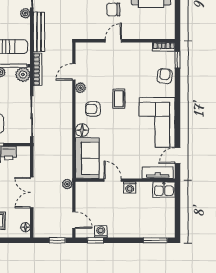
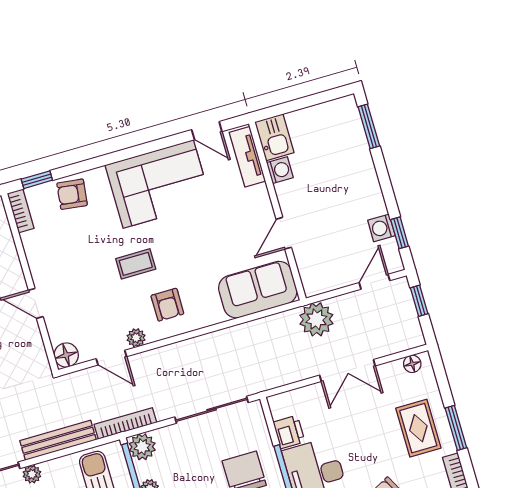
floor lamp: (82, 130) -> (66, 355), moved
plant: (67, 184) -> (316, 319), width x1.88, depth x1.88
washing machine: (130, 188) -> (280, 170), moved

